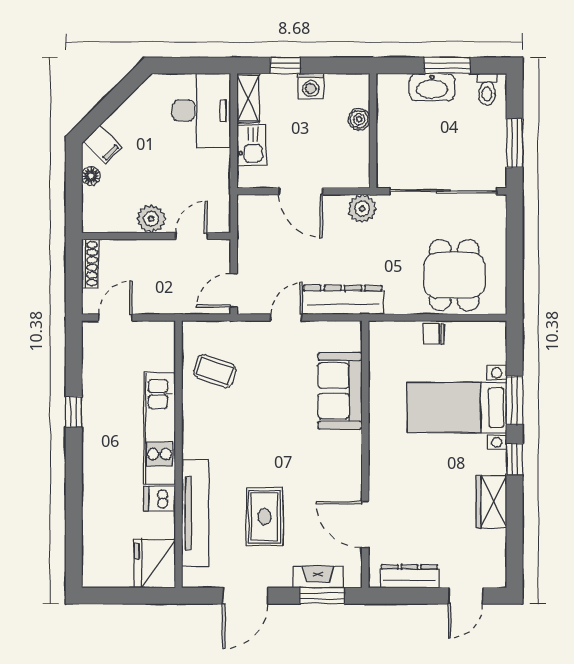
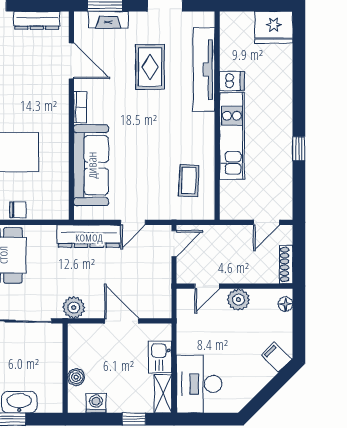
washing machine: (311, 86) -> (96, 403), moved
floor lamp: (91, 176) -> (285, 304), moved
coffee table: (215, 371) -> (189, 181), turned 74
sofa: (340, 391) -> (91, 165), width x1.36
bookcase: (354, 465) -> (80, 107), added
fridge: (155, 564) -> (274, 27), moved, turned 90

